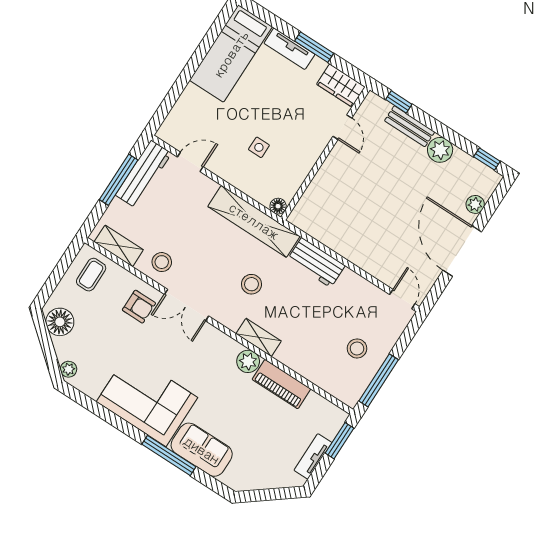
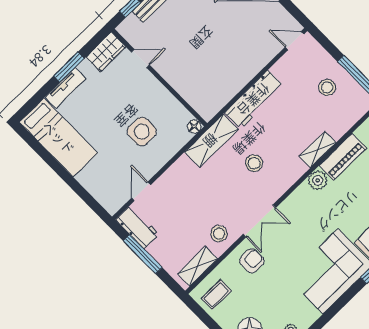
side table: (259, 147) -> (142, 132), width x1.87, depth x1.87
workbench: (143, 174) -> (137, 227), width x0.73
shelving: (254, 221) -> (211, 141), width x0.68
workbench: (316, 263) -> (254, 100), width x1.37
coffee table: (91, 275) -> (216, 295), turned 90
shelving: (259, 337) -> (318, 149), moved

